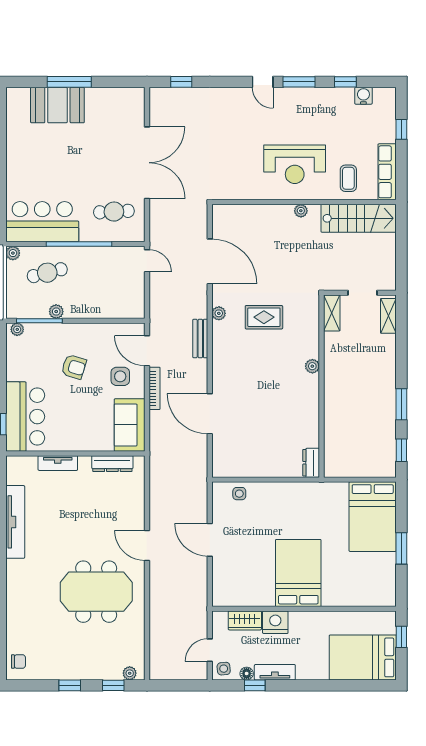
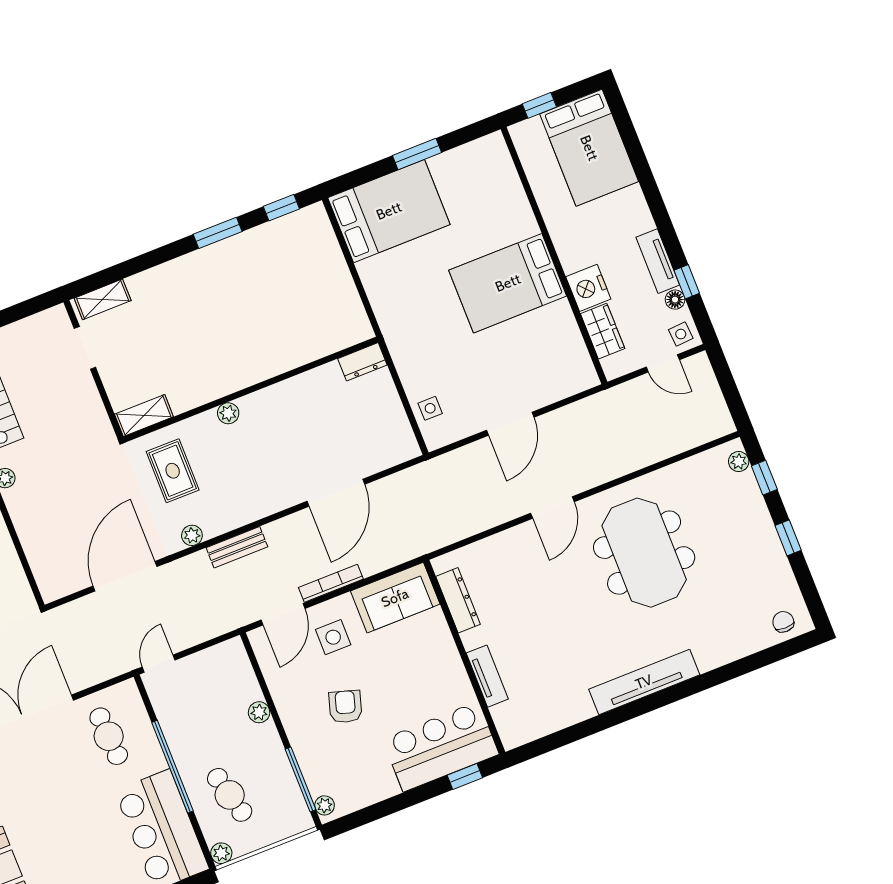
plant: (56, 312) -> (259, 712), moved
shelving: (332, 313) -> (144, 415), moved
plant: (312, 366) -> (228, 413), moved
wall: (322, 386) -> (251, 390), moved
dresser: (311, 463) -> (362, 362), moved
tv unit: (15, 522) -> (644, 682), moved

